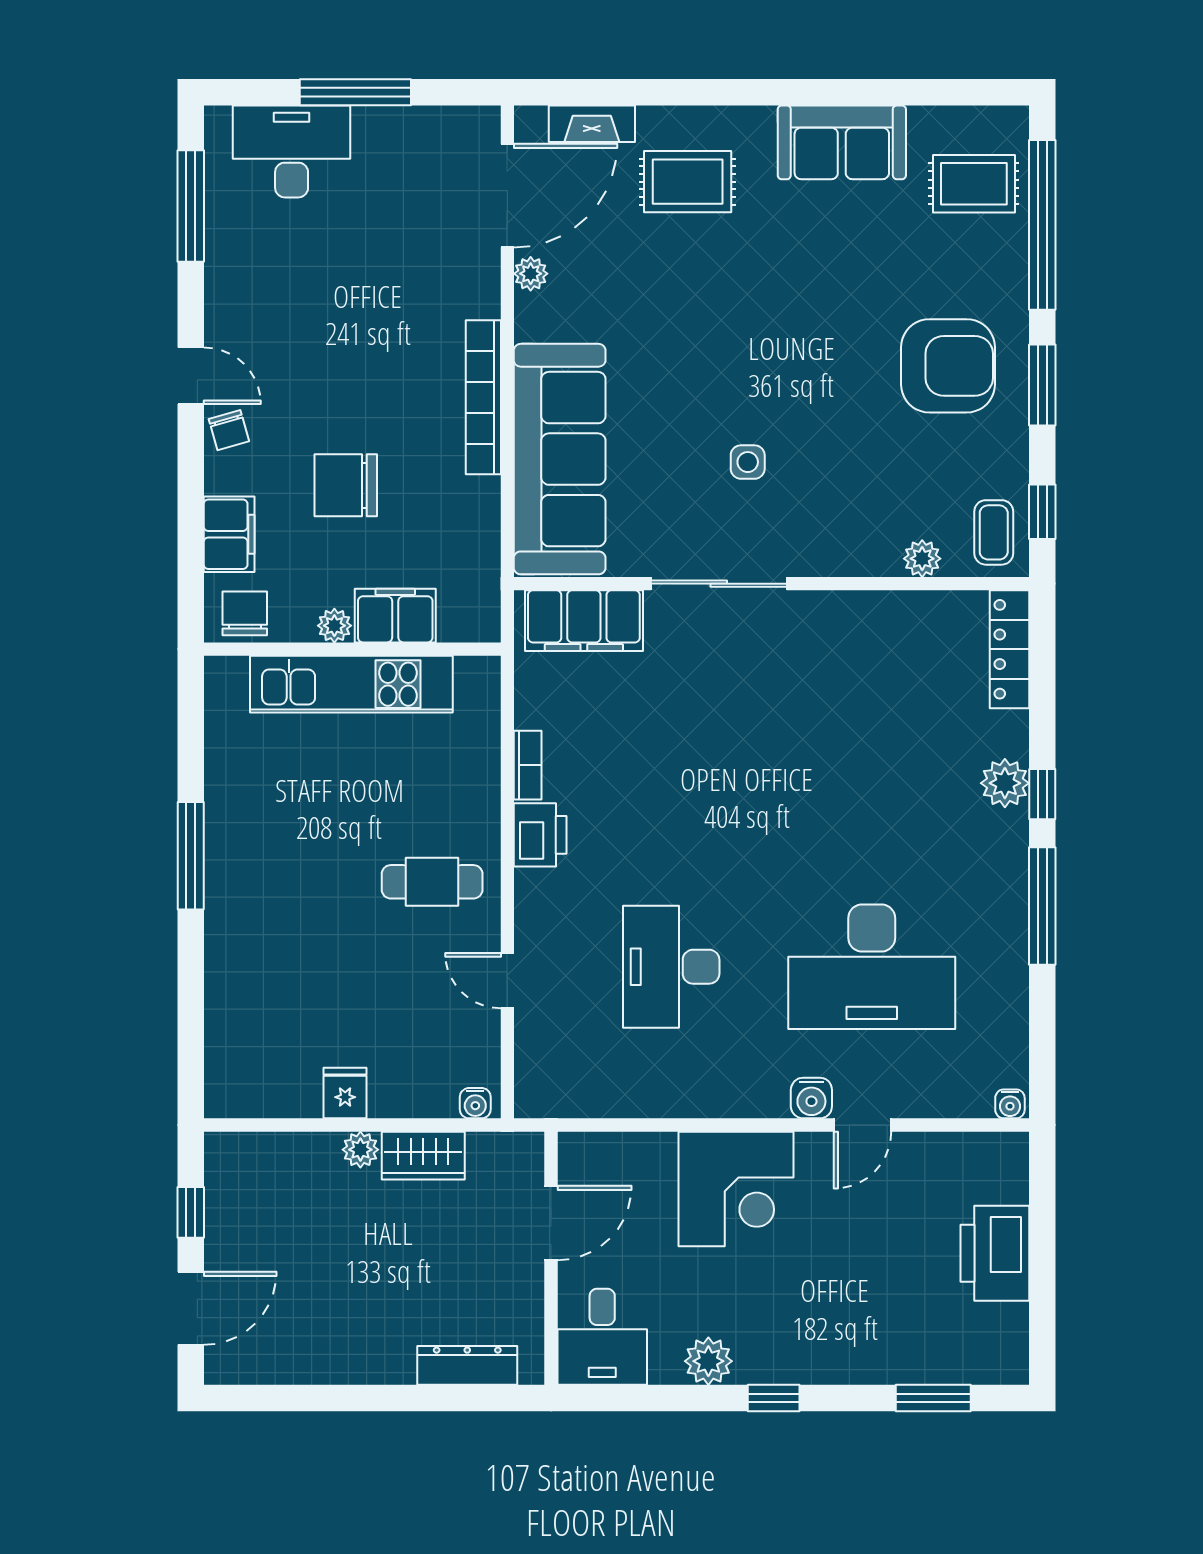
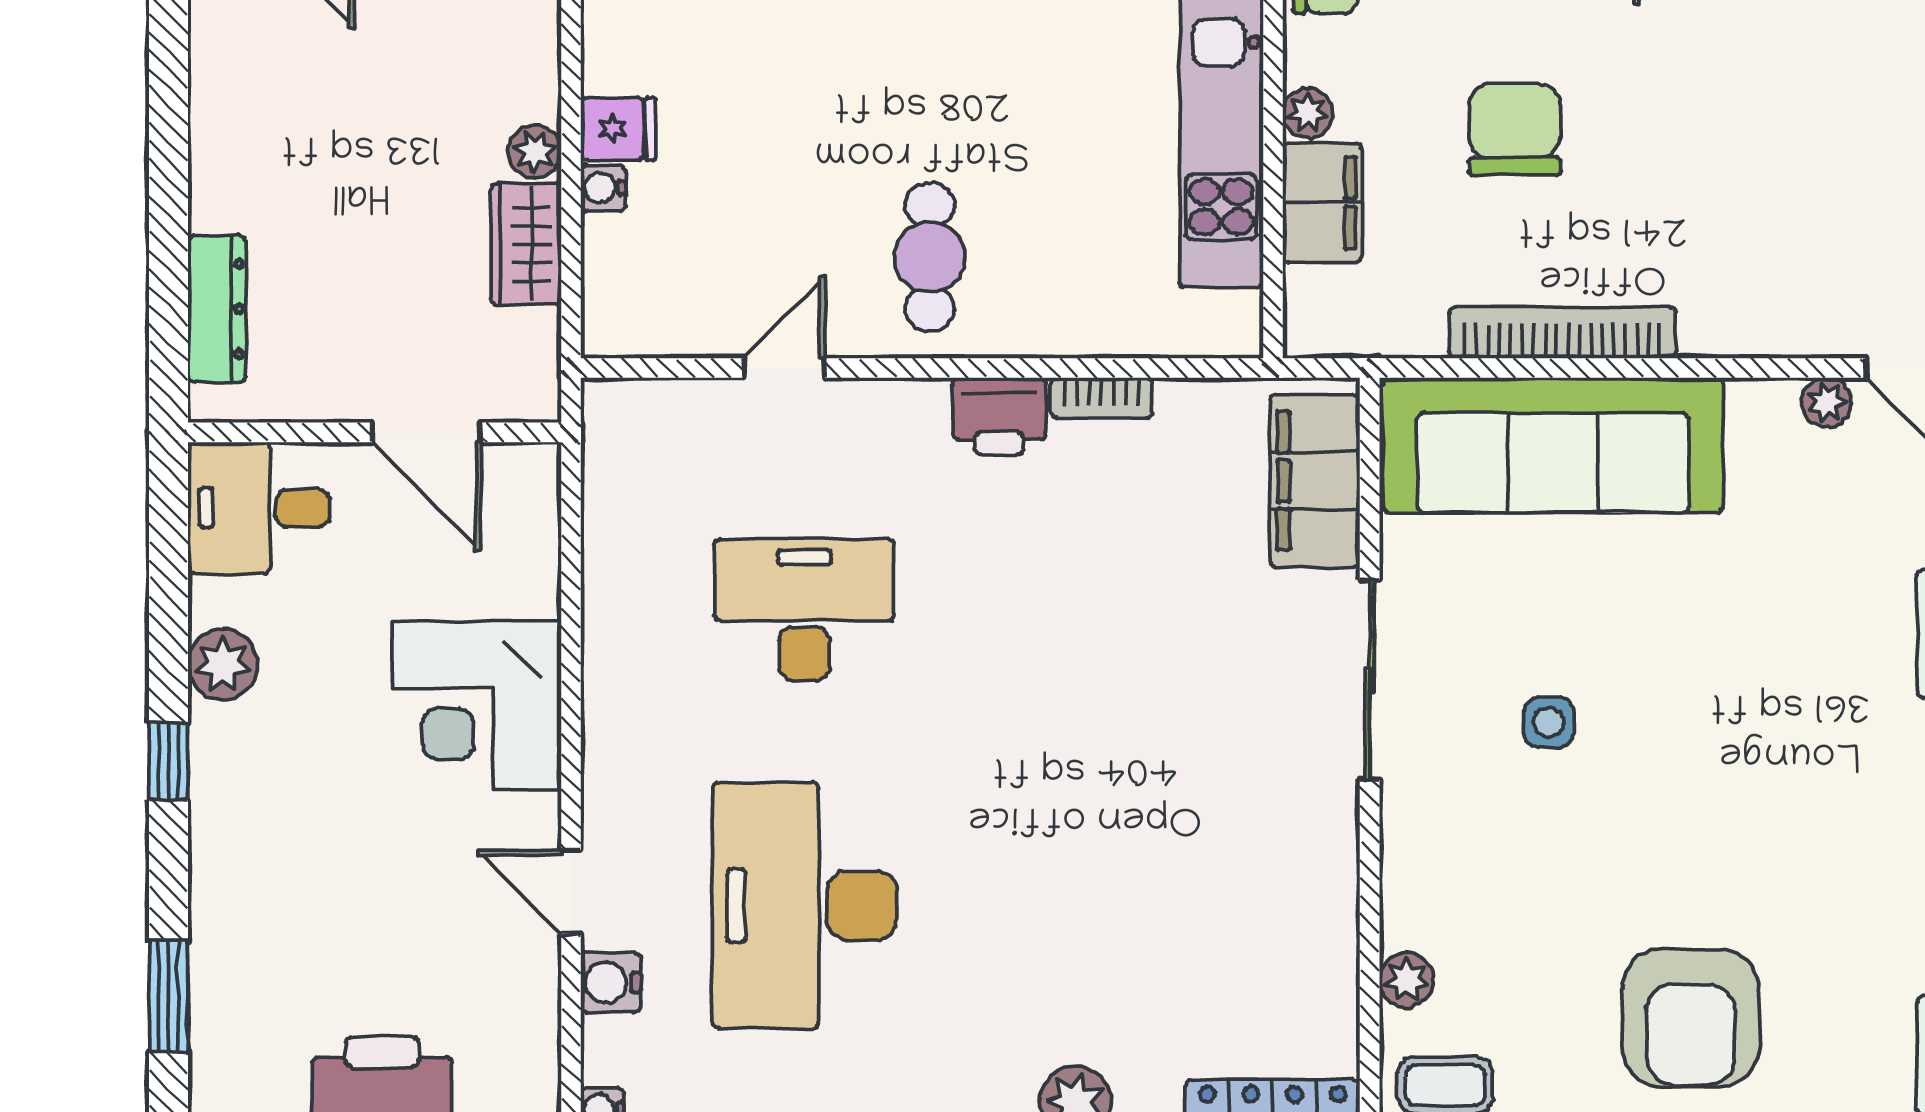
bookcase: (483, 397) -> (1562, 332), moved
water cooler: (811, 1098) -> (611, 982), moved
water cooler: (475, 1103) -> (603, 188), moved

